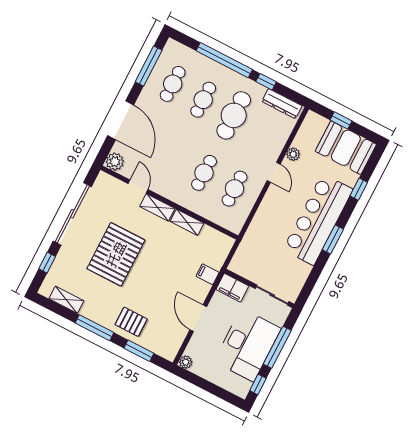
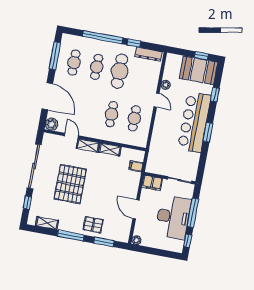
window: (341, 120) -> (201, 56), moved
filing cabinet: (208, 274) -> (136, 166), moved

